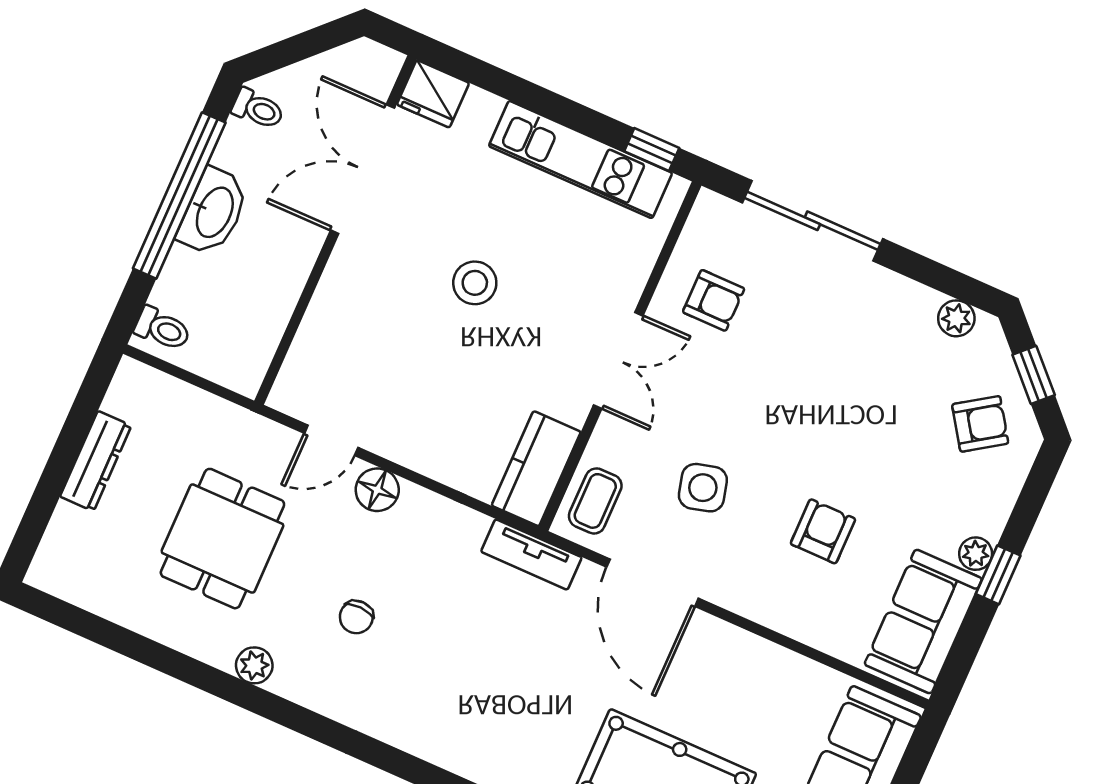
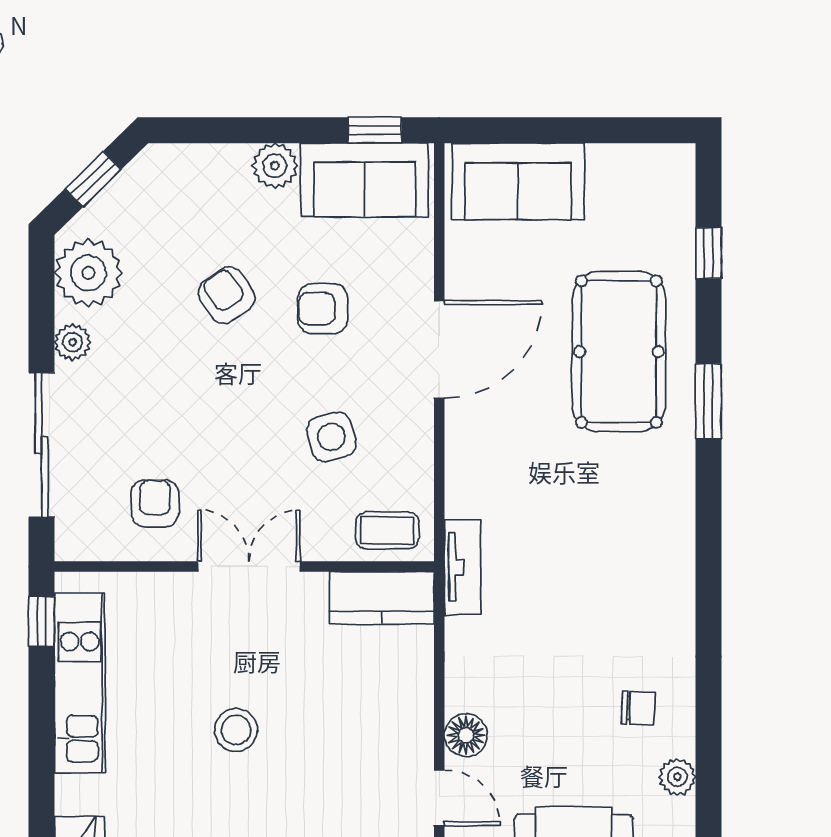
plant: (893, 290) -> (73, 342), added
plant: (956, 318) -> (88, 273), width x1.88, depth x1.88
armchair: (980, 424) -> (227, 295), moved
plant: (976, 554) -> (275, 166), width x1.38, depth x1.38
window: (998, 575) -> (375, 130), moved
door: (652, 583) -> (439, 349), moved
chair: (356, 617) -> (638, 708), moved

